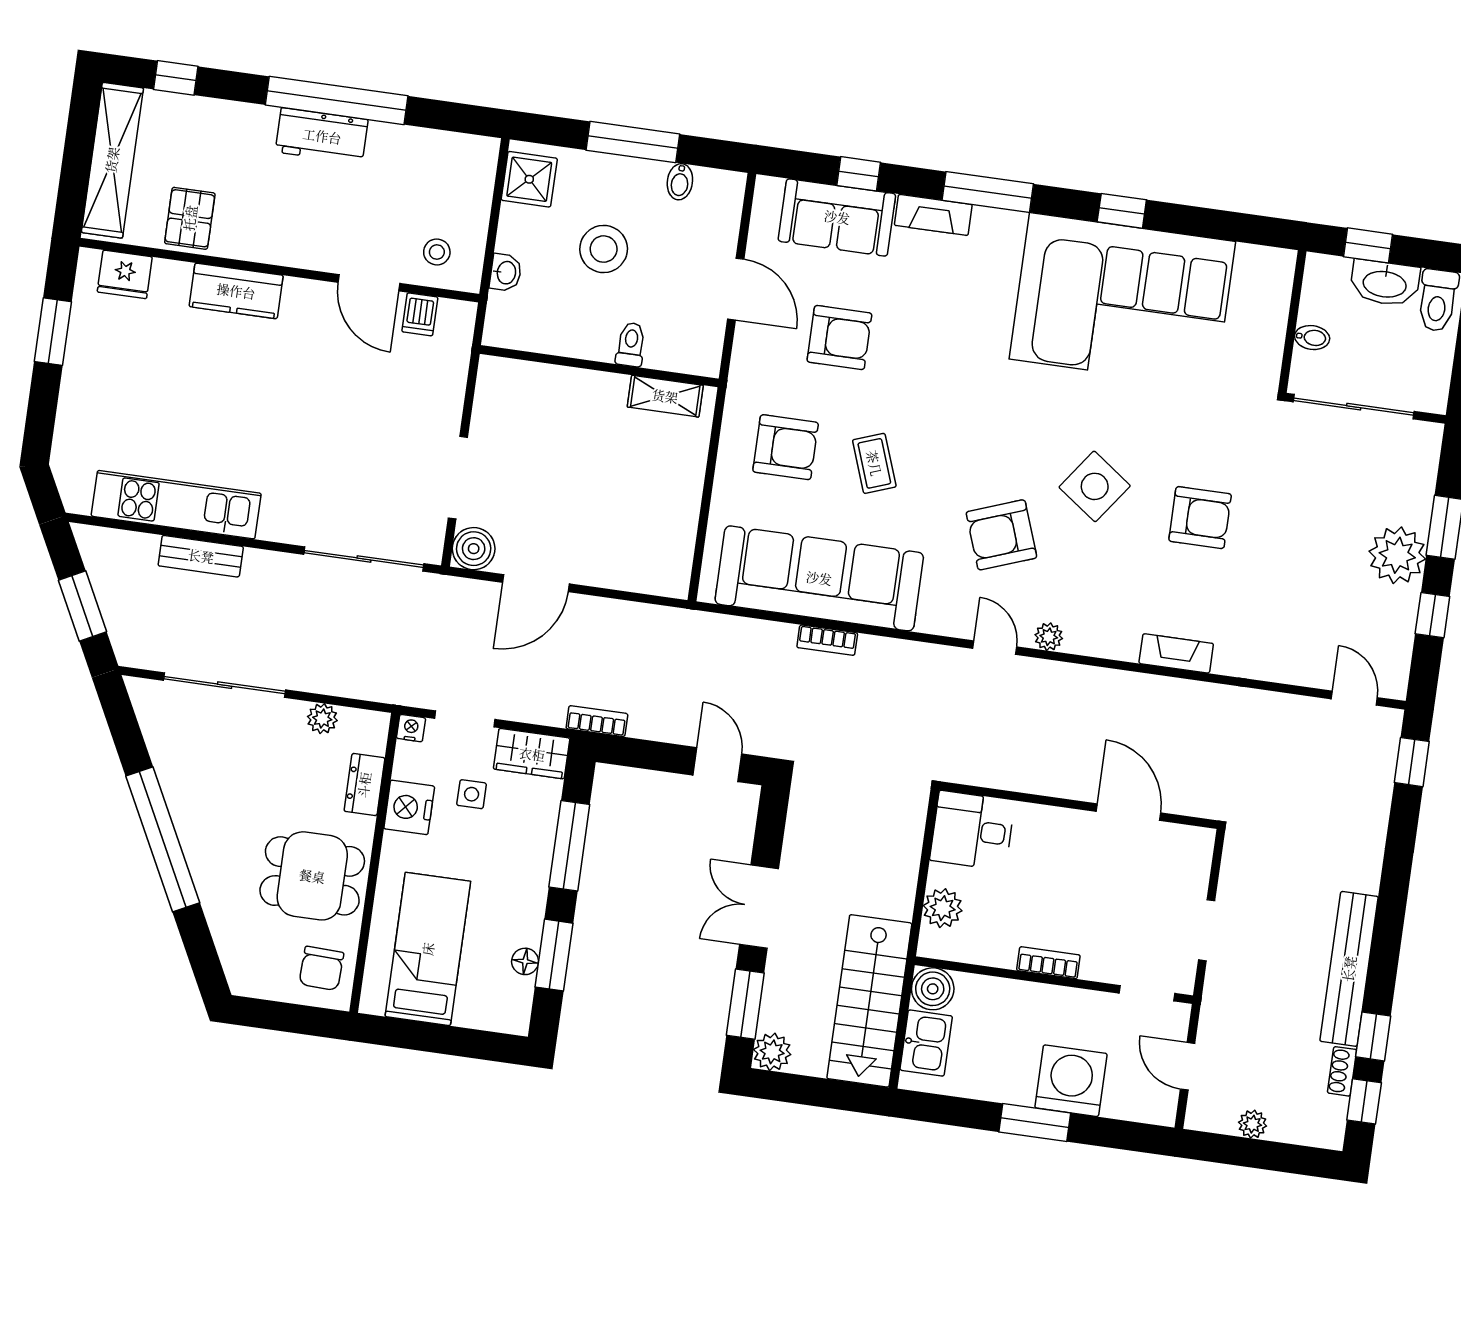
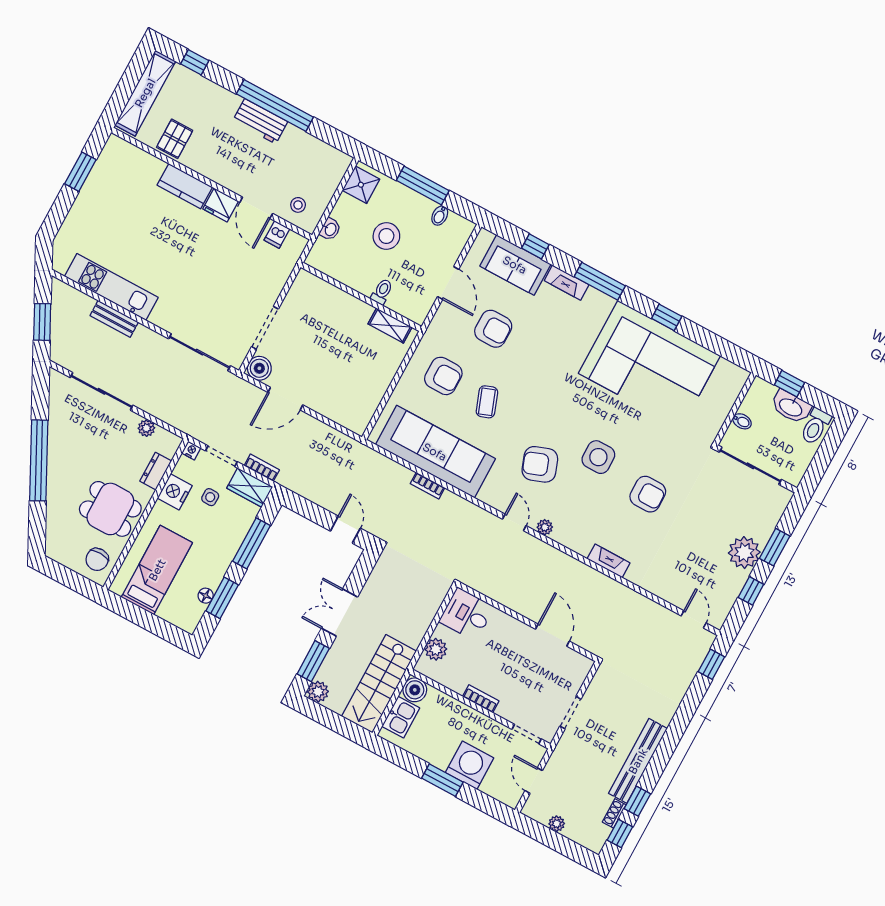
fridge: (125, 274) -> (221, 205), moved
side table: (1095, 486) -> (598, 457), turned -36
bookcase: (597, 721) -> (262, 468), moved

